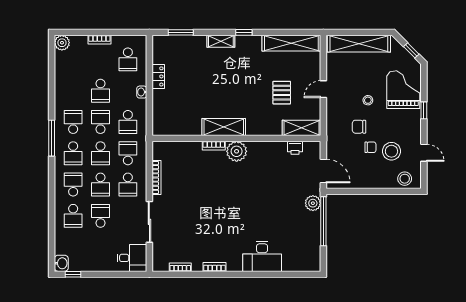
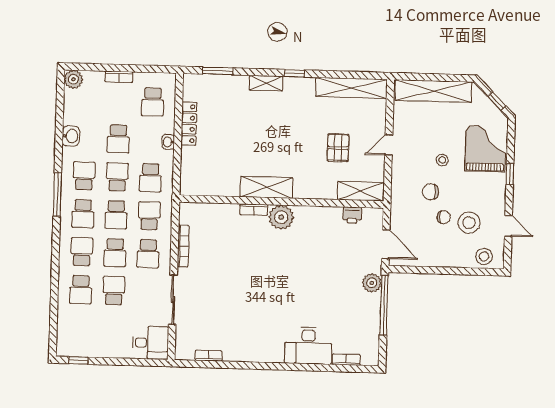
locker: (158, 76) -> (189, 124), width x1.53
washbasin: (61, 263) -> (71, 136), moved
bookcase: (214, 267) -> (346, 360), moved

